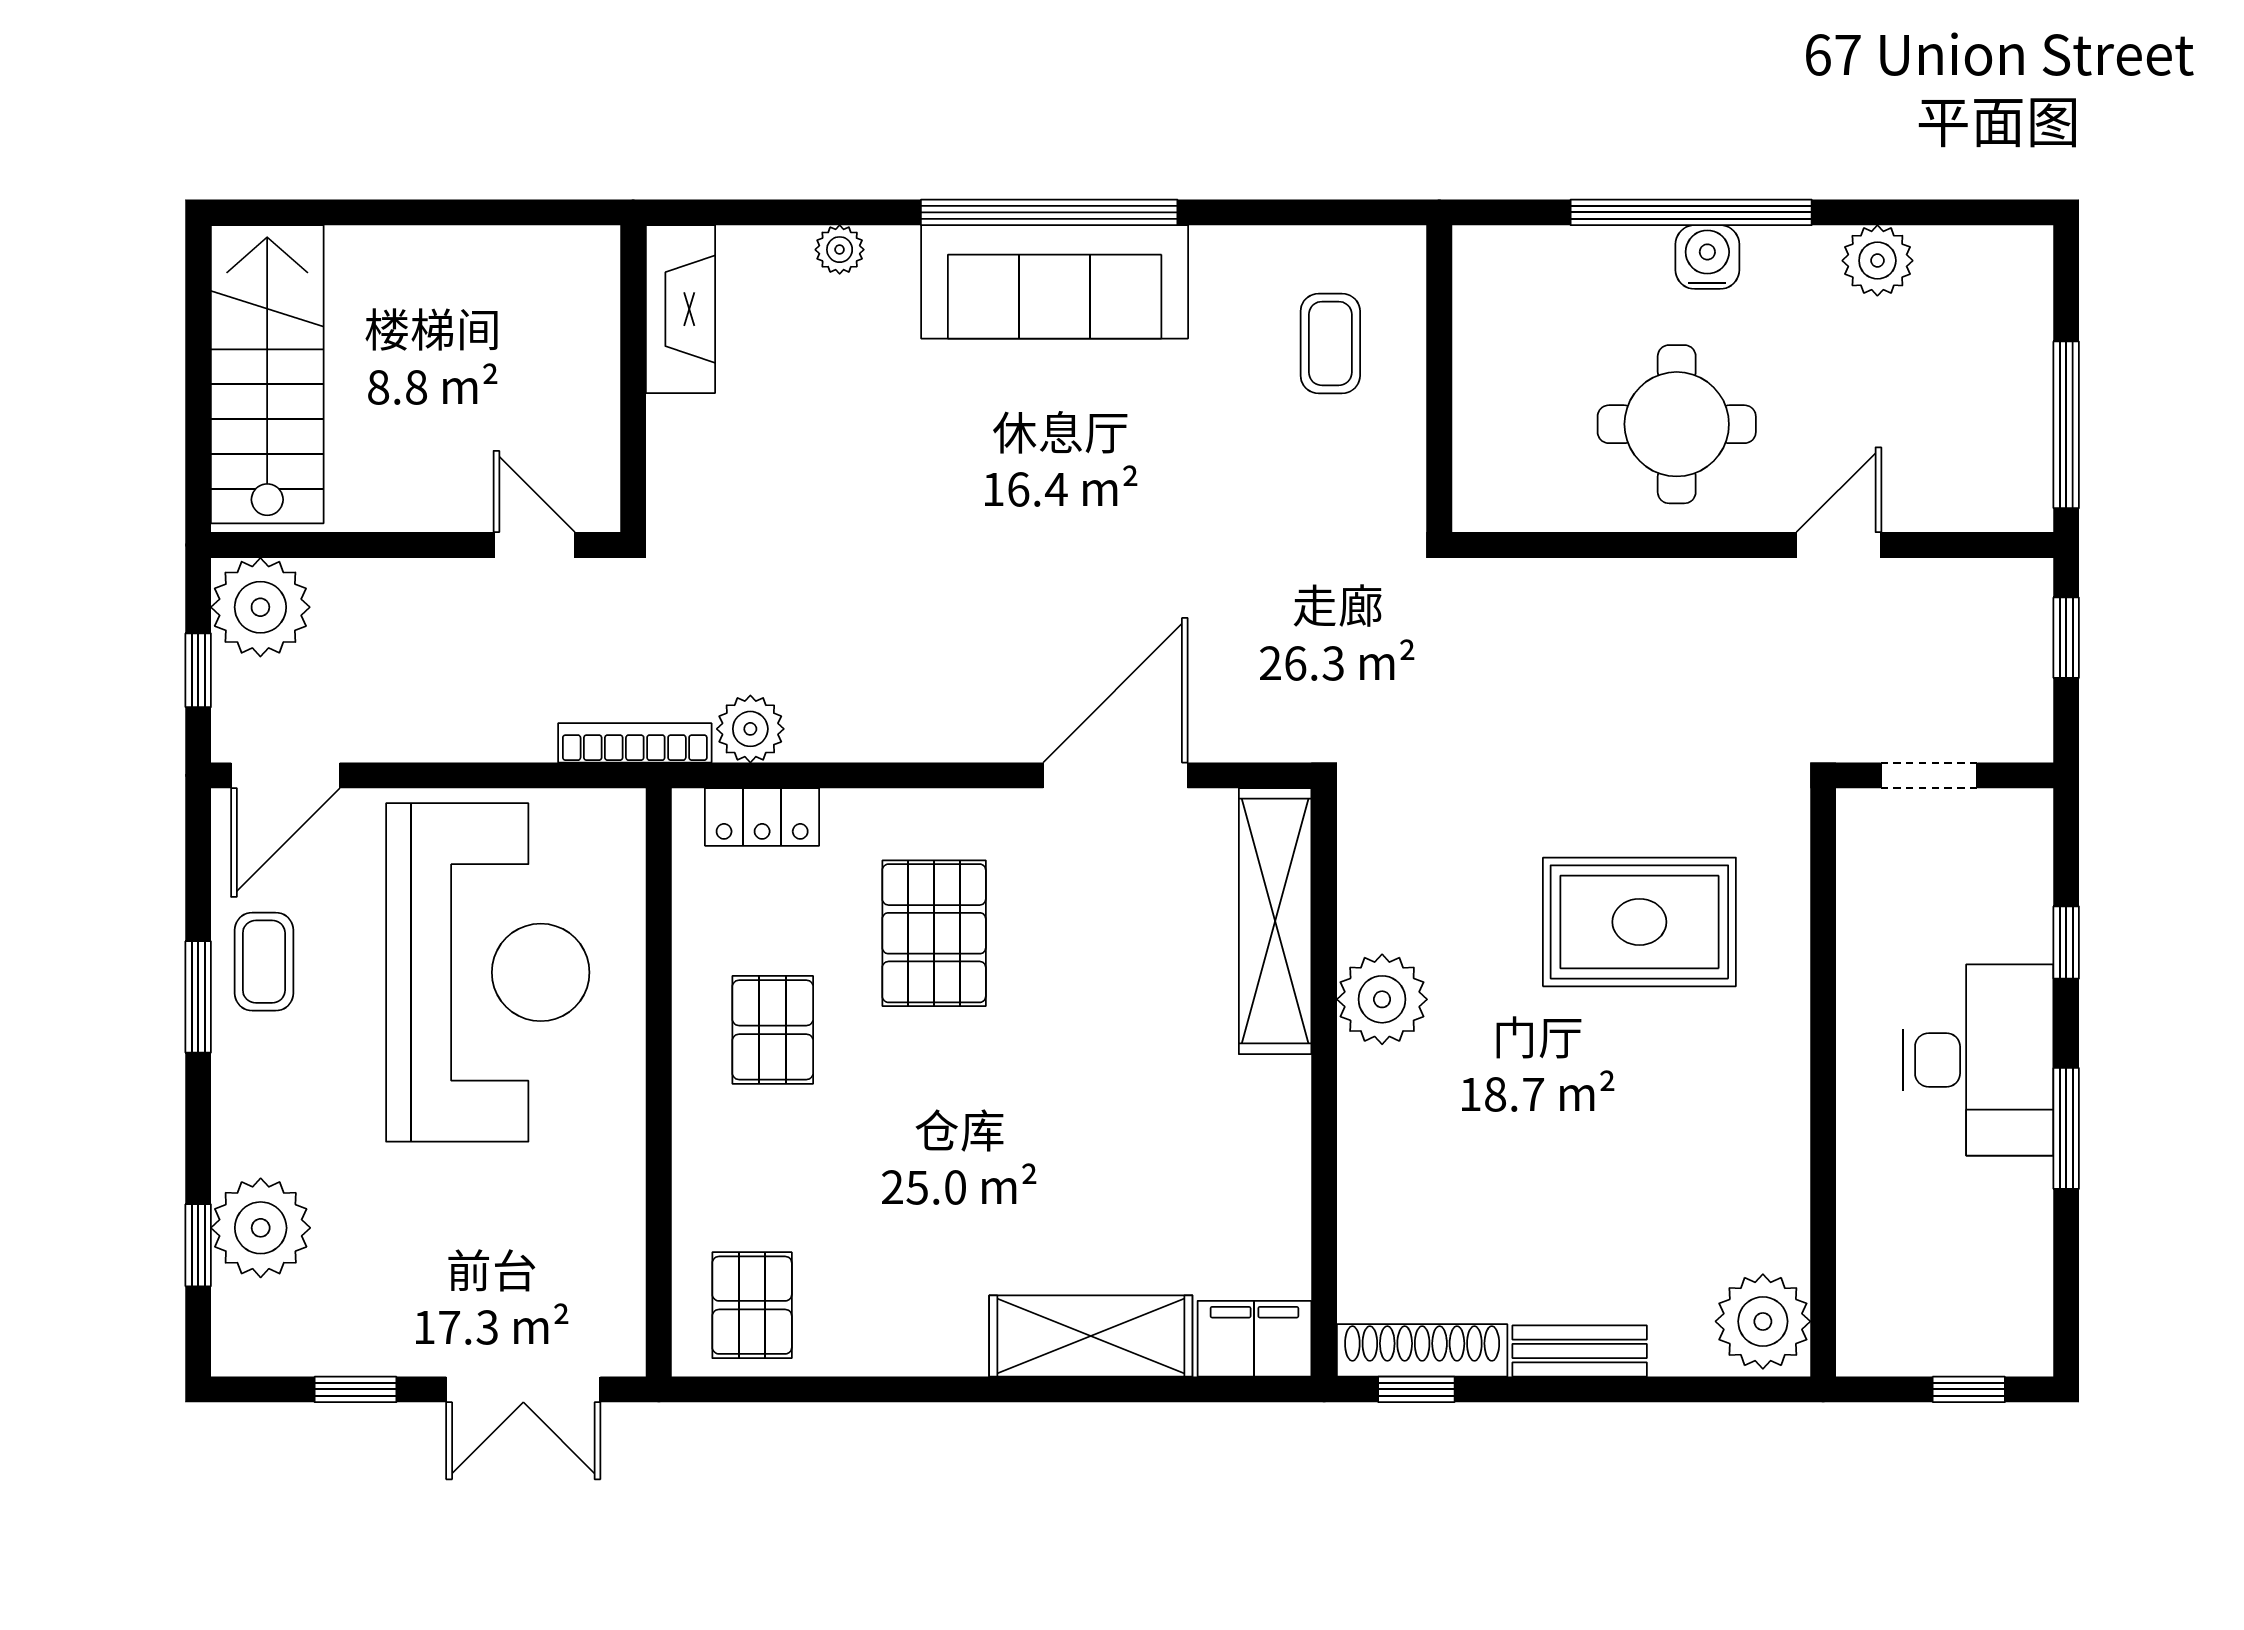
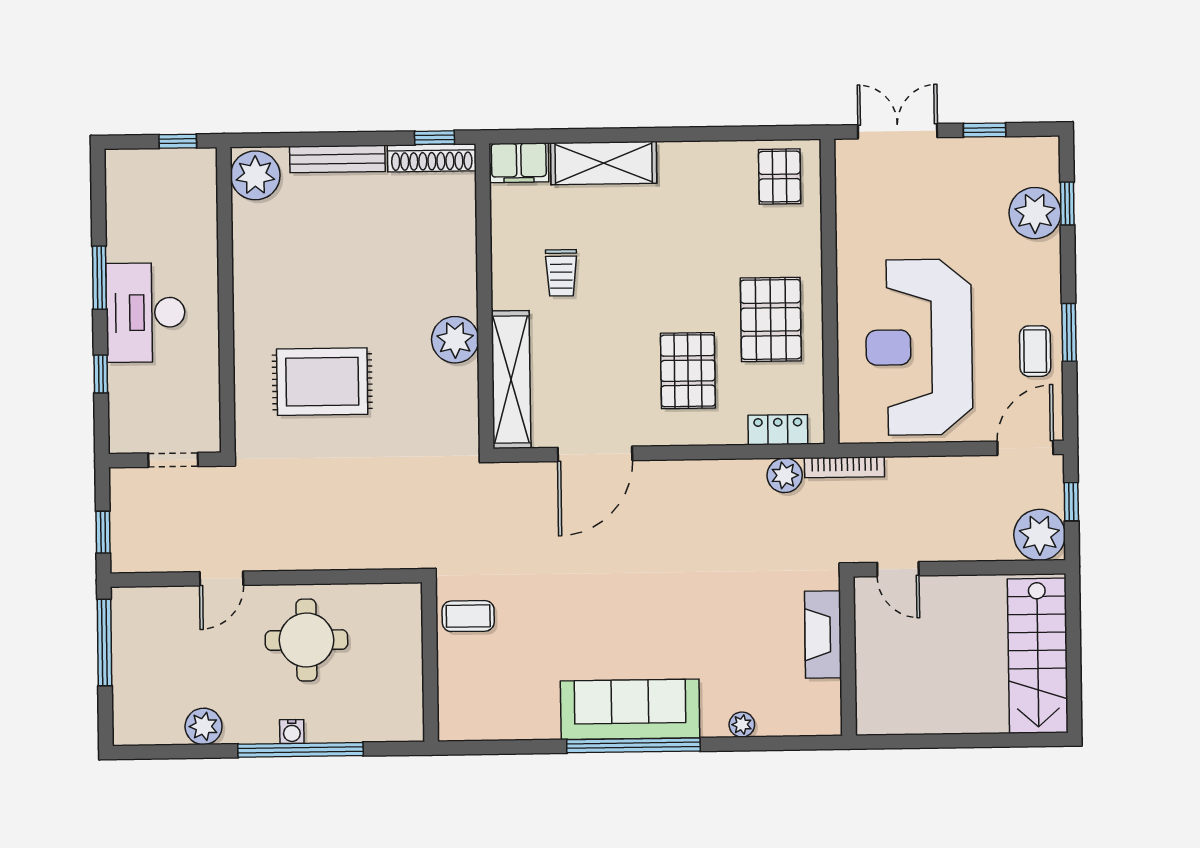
water cooler: (1707, 257) -> (292, 731), width x0.72, depth x0.72
fireplace: (681, 309) -> (823, 634), moved
coffee table: (1330, 343) -> (468, 616), moved, turned 90
pallet: (773, 1030) -> (771, 319), width x1.50, depth x1.42
trolley: (1176, 1125) -> (561, 273), added
bench: (1580, 1351) -> (337, 159), width x1.36
window: (1969, 1389) -> (178, 141), moved

